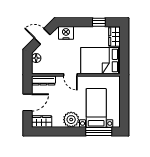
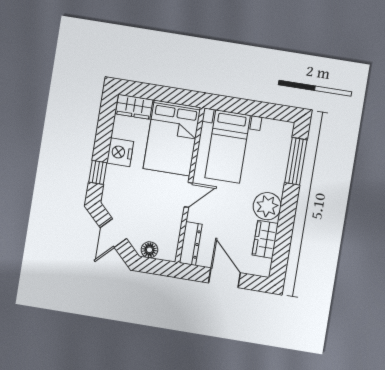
window: (99, 22) -> (98, 172), moved
nightstand: (66, 33) -> (120, 152), moved
bed with nightstands: (96, 108) -> (228, 147), moved, turned -90
wardrobe: (42, 122) -> (265, 239), moved

